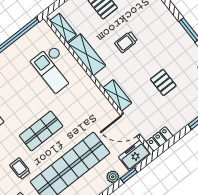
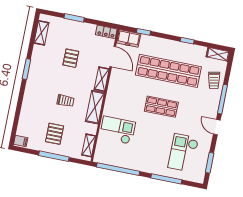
shelving: (87, 55) -> (95, 107), moved
checkout: (54, 69) -> (117, 130), turned -90
trolley: (20, 169) -> (194, 100), removed
plant: (113, 177) -> (153, 41), removed

